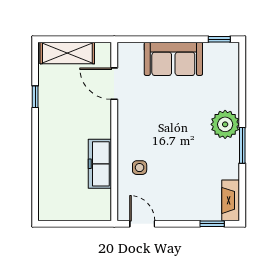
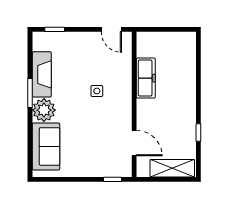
window: (219, 39) -> (113, 179), moved
sofa: (173, 59) -> (46, 146), moved, turned 90
side table: (140, 168) -> (97, 91), moved
fireplace: (231, 200) -> (42, 74), moved, width x1.37, depth x1.32

